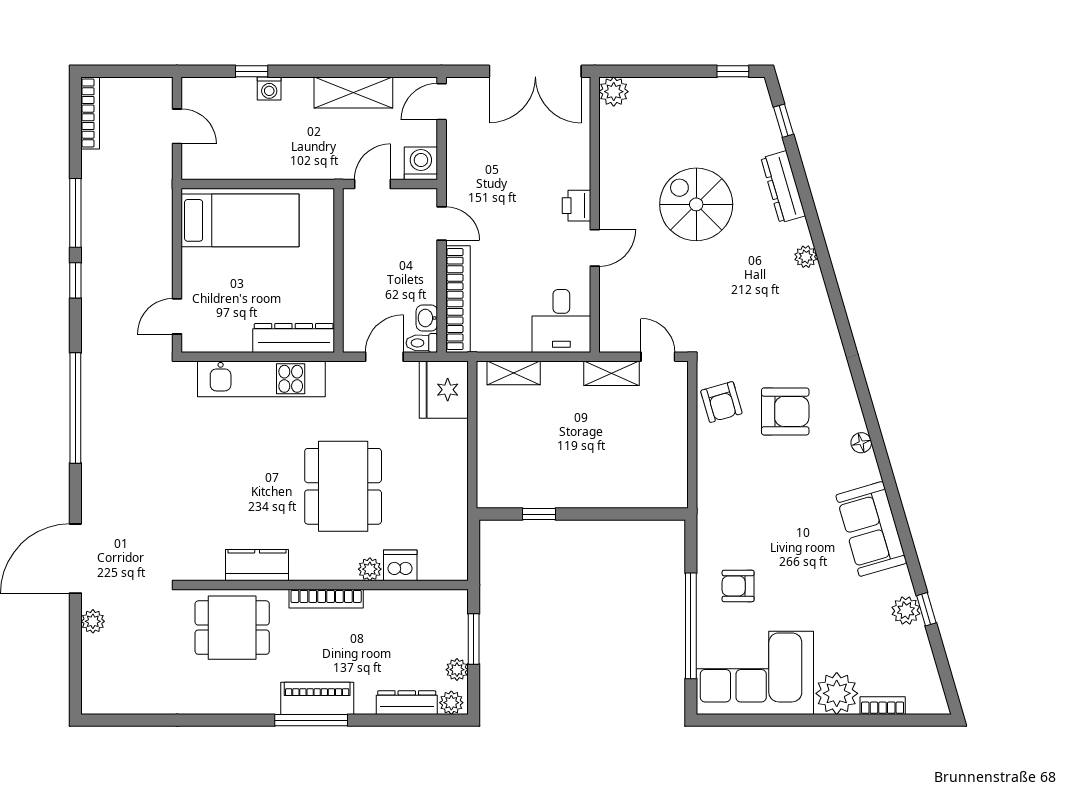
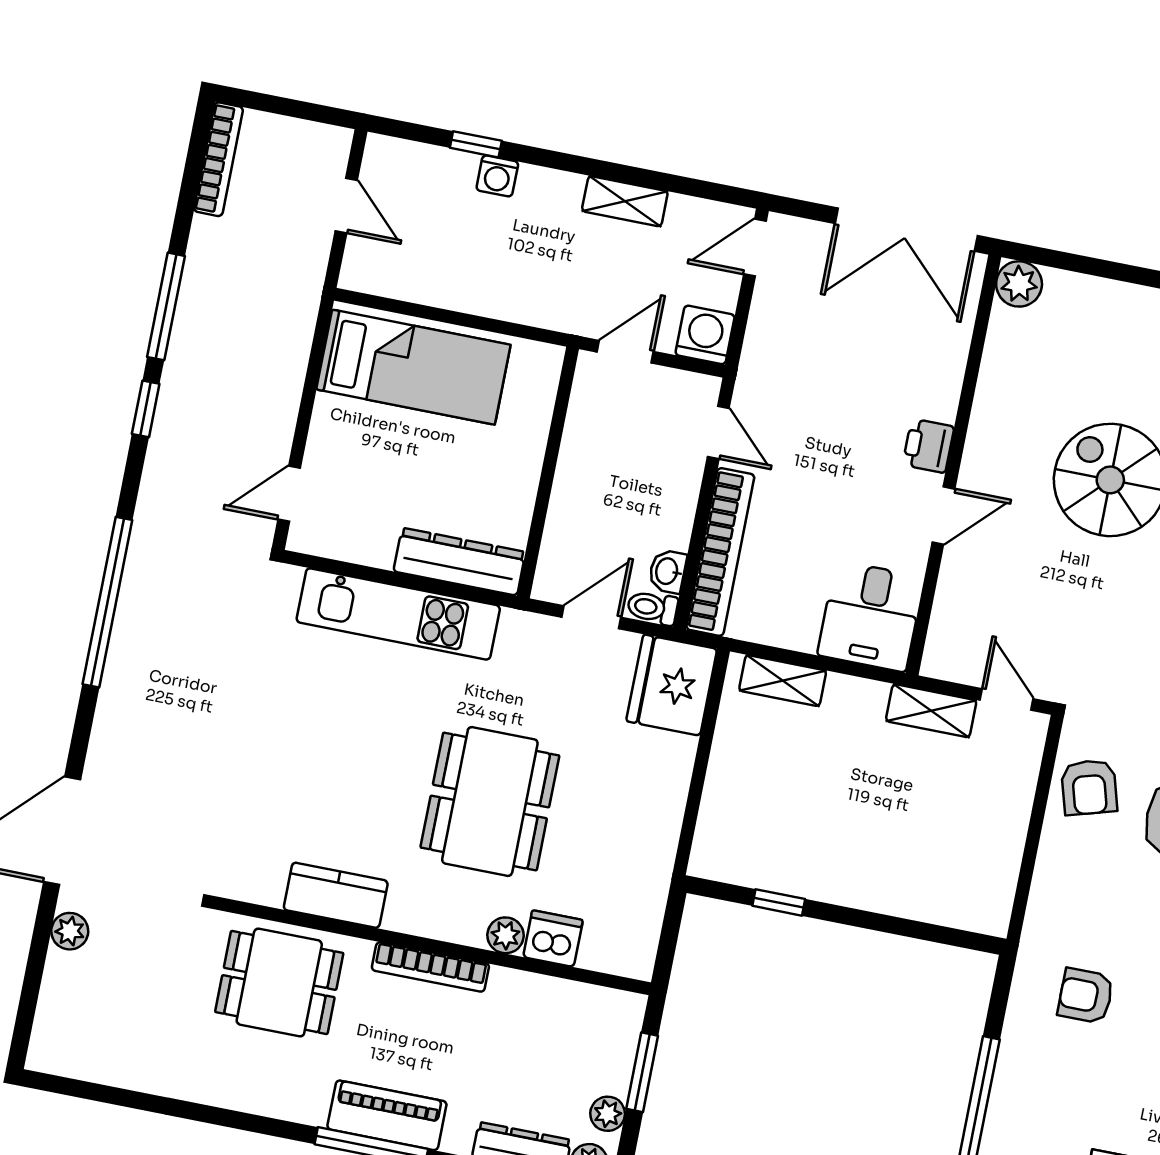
shelving: (353, 92) -> (625, 201), width x0.67, depth x0.75
armchair: (738, 586) -> (1086, 996), moved

